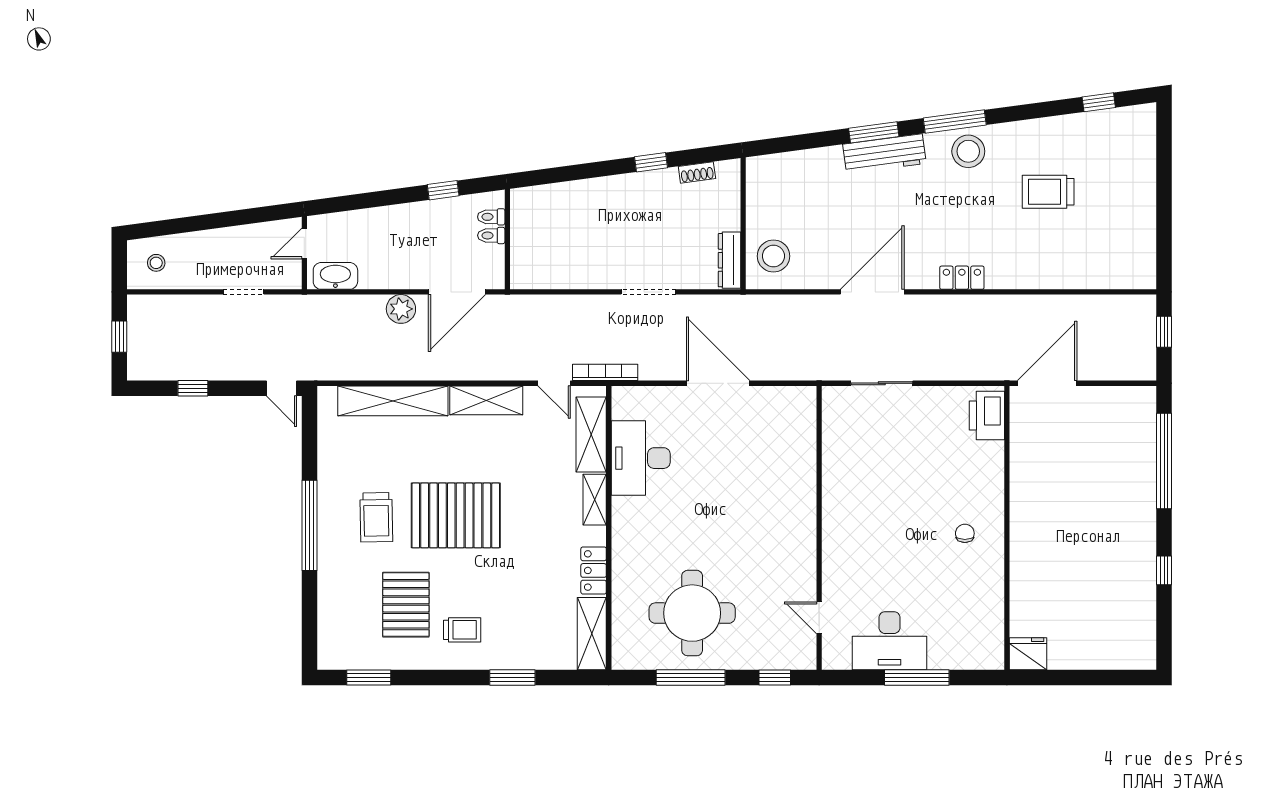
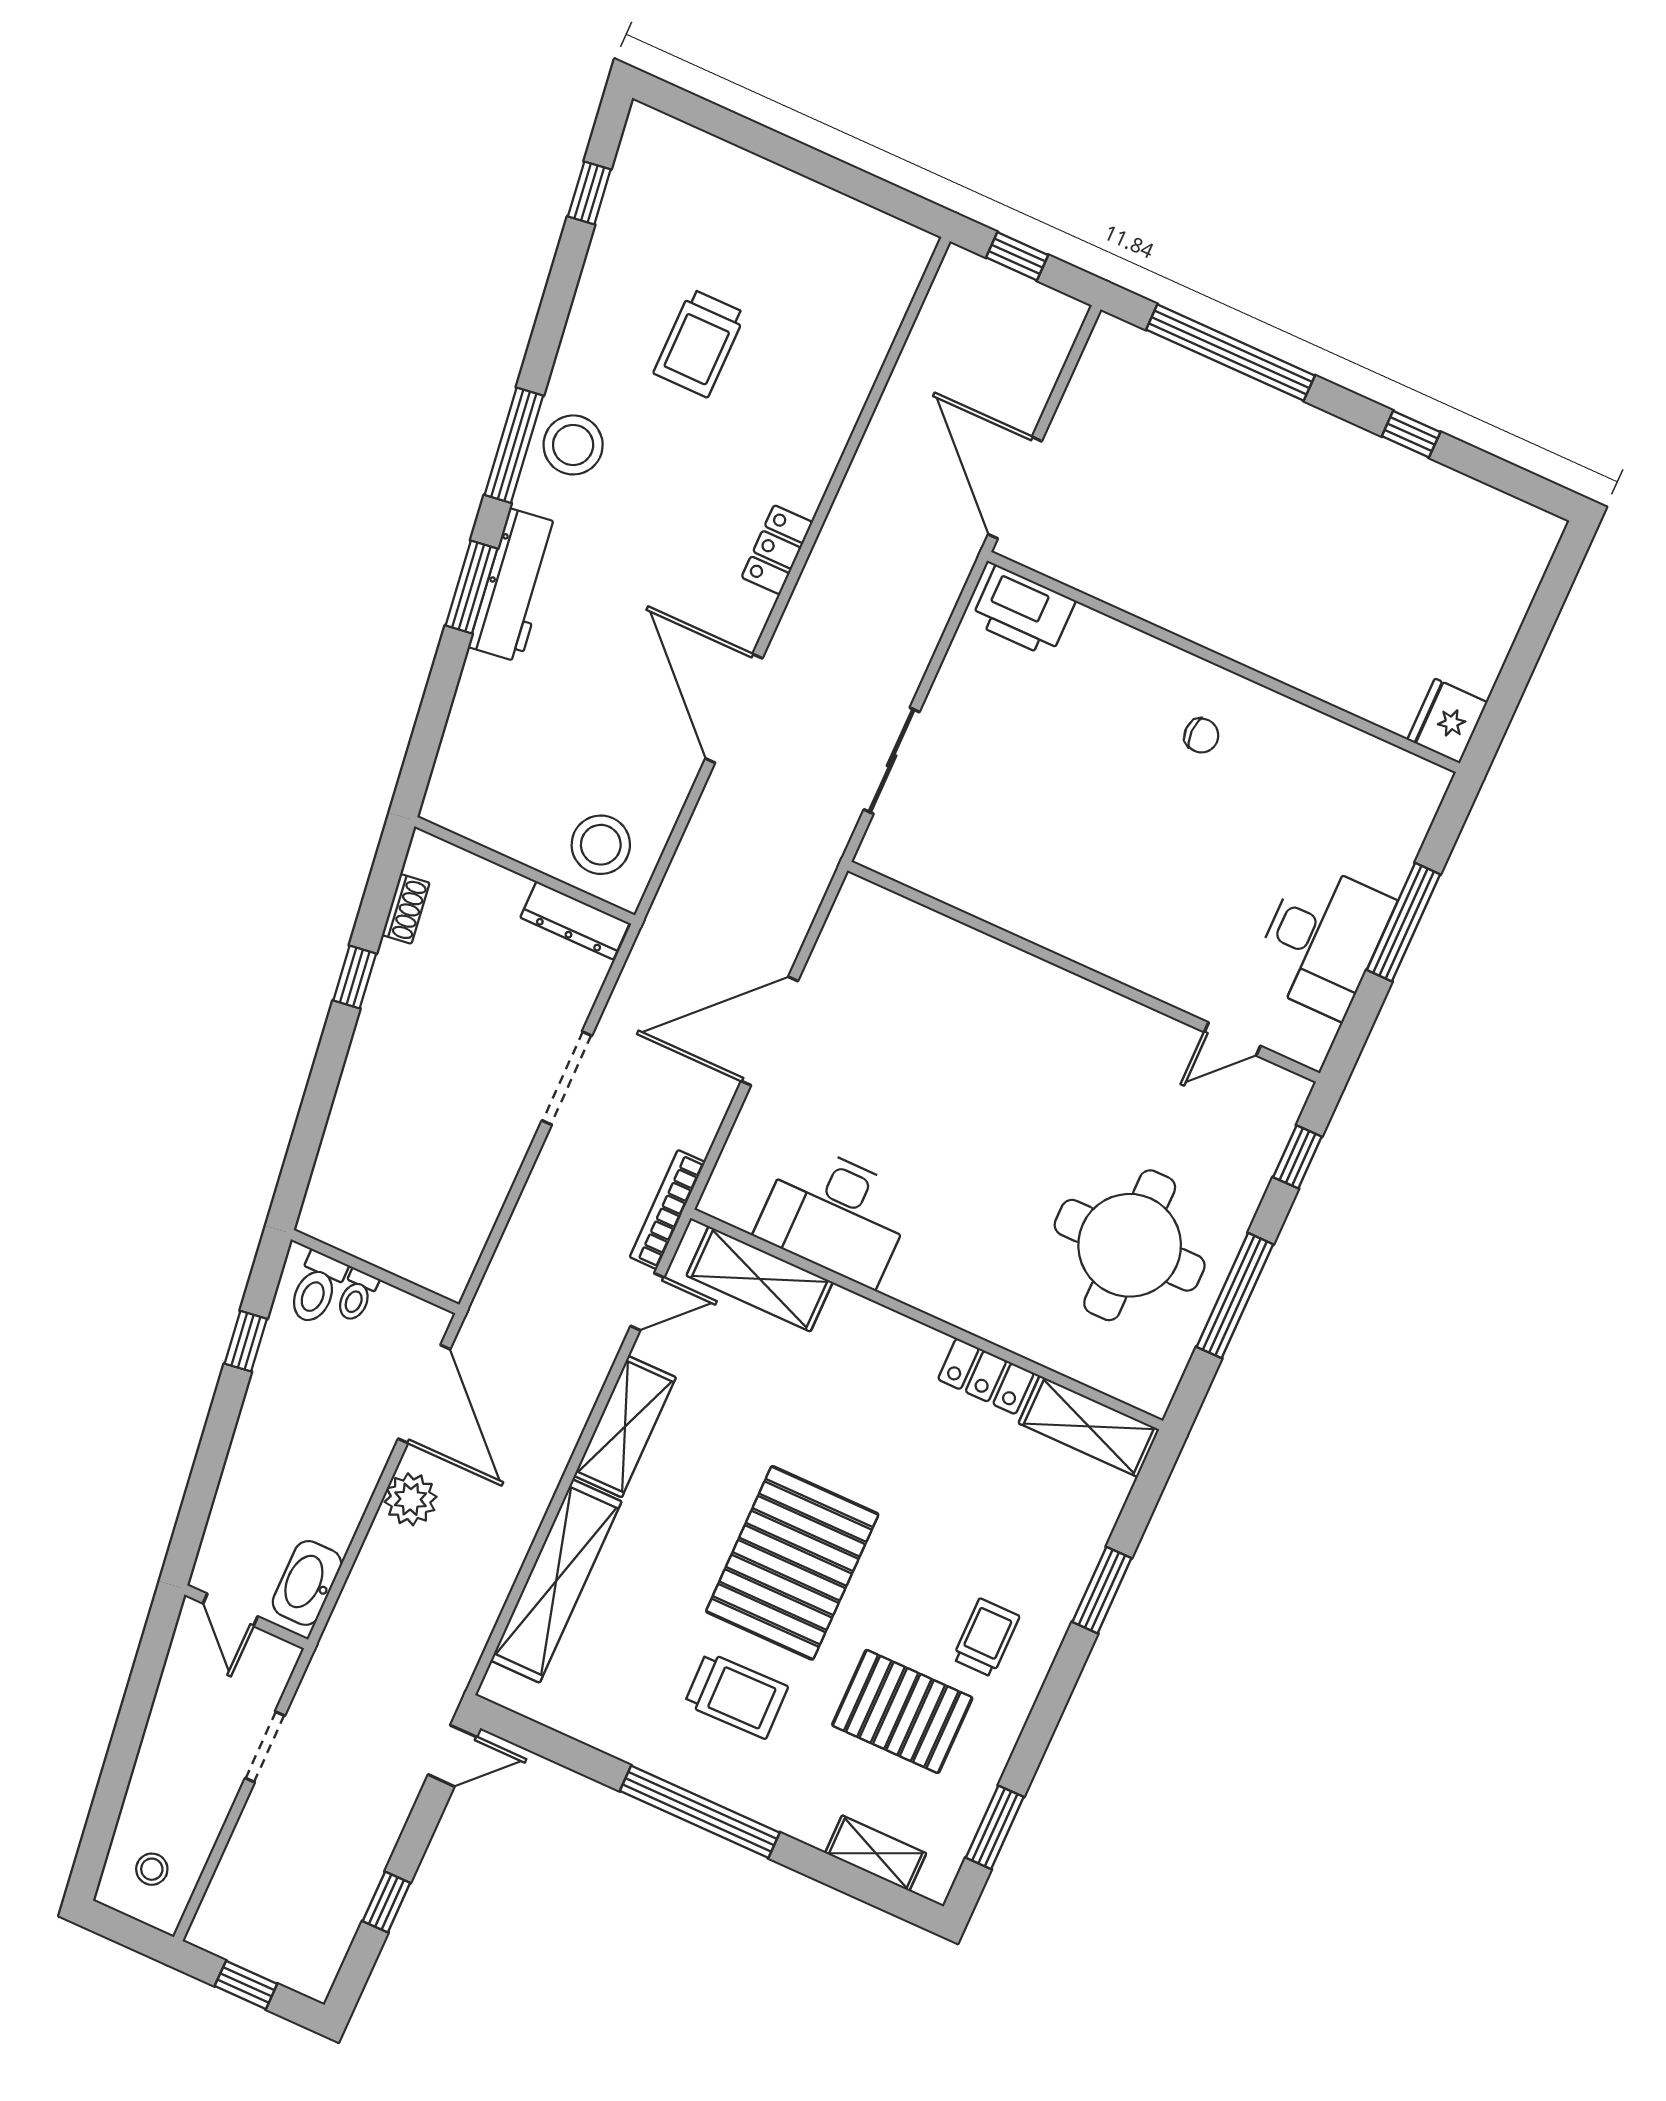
toilet: (491, 217) -> (317, 1288), width x1.37, depth x1.39
shelving: (595, 500) -> (876, 1853), moved
chair: (965, 533) -> (1201, 736), turned 180

